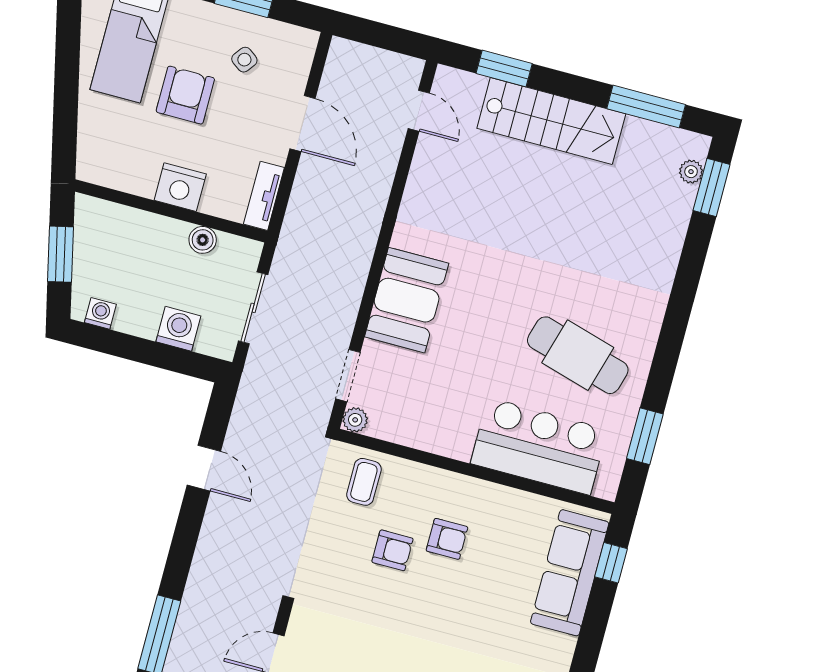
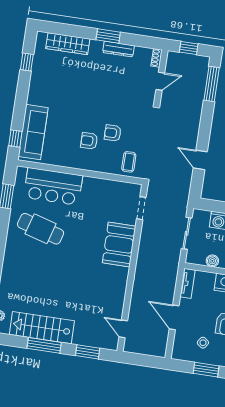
window: (646, 107) -> (44, 345), moved
stairs: (551, 121) -> (42, 328), moved
plant: (355, 420) -> (136, 189), removed

